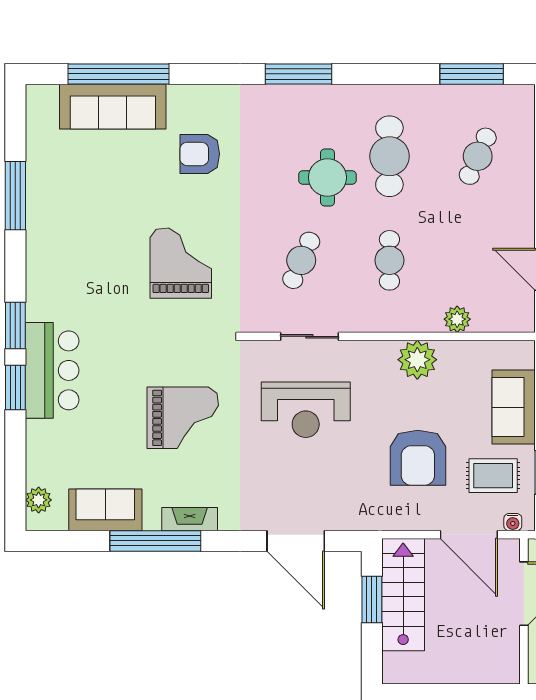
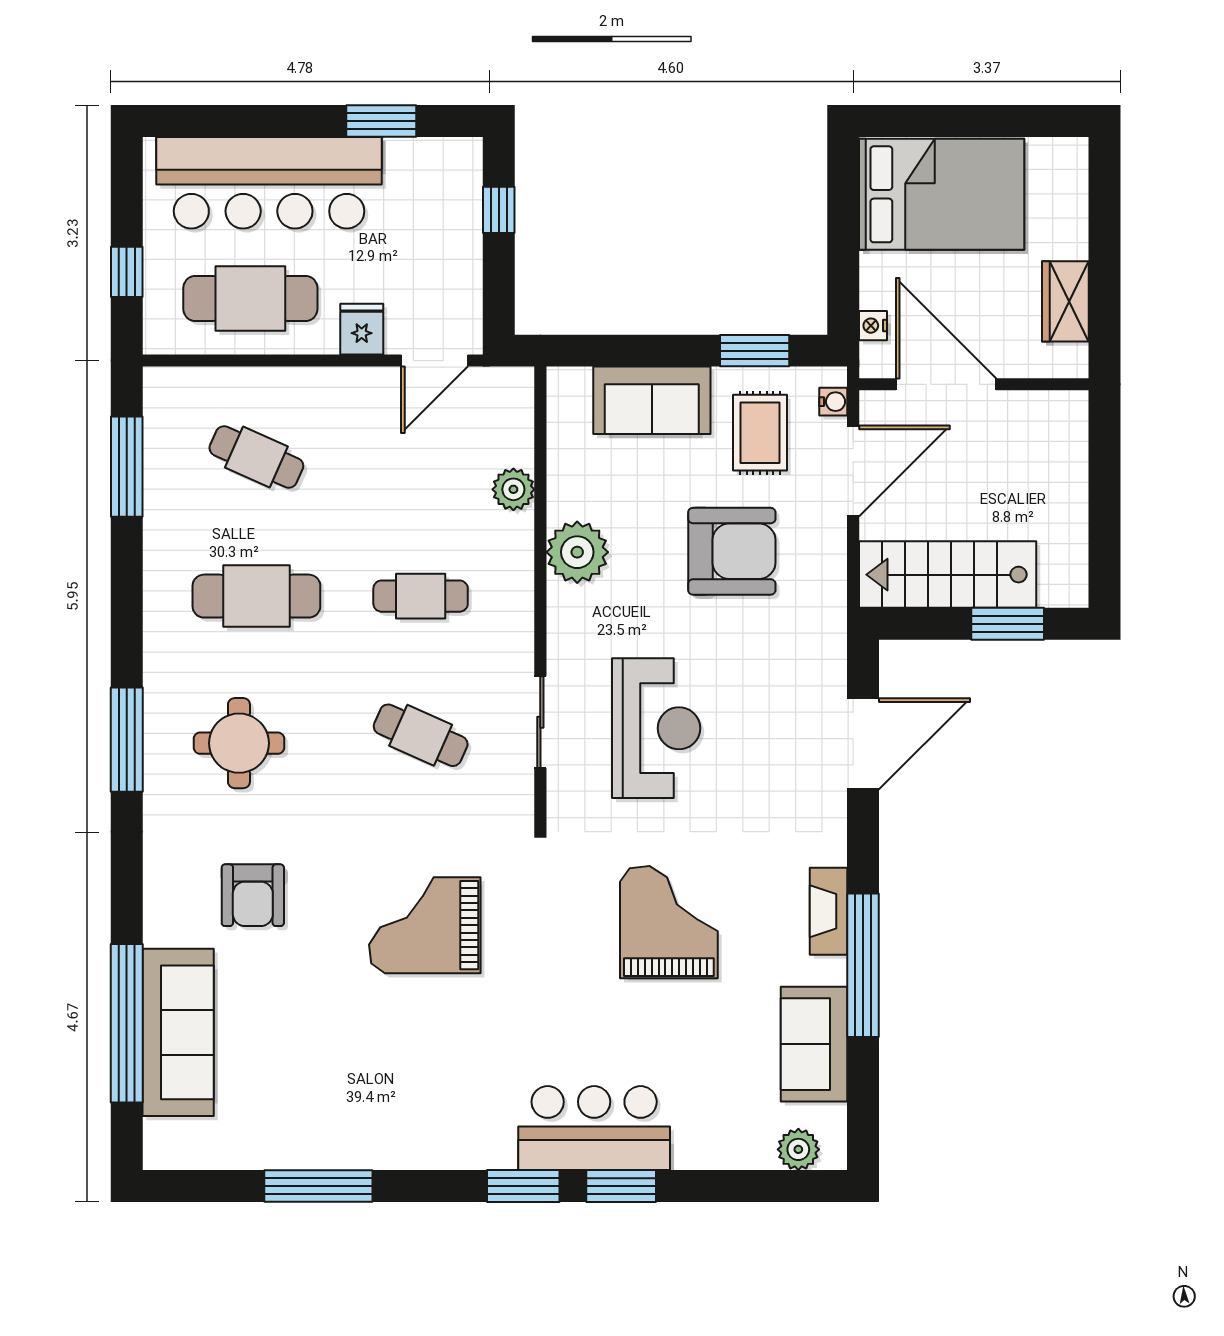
round table: (327, 177) -> (239, 743), moved
window: (372, 599) -> (1008, 624), moved

